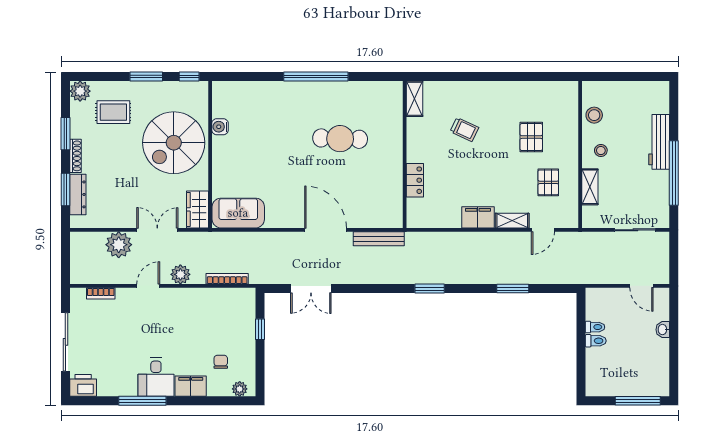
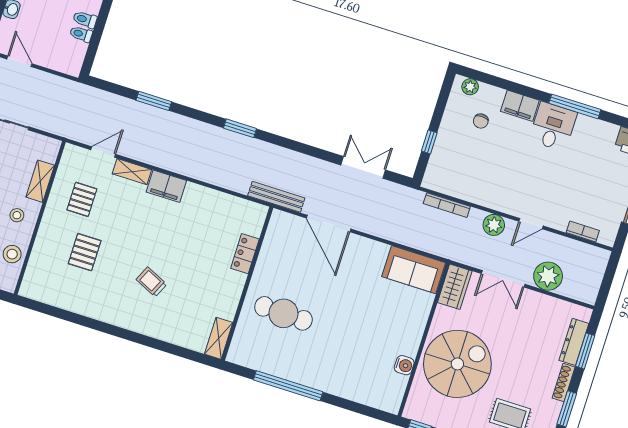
shelving: (415, 99) -> (219, 338), moved
wall: (405, 154) -> (247, 284), moved
locker: (415, 180) -> (245, 254), moved

